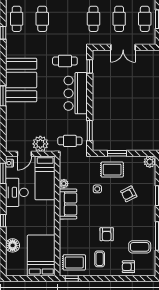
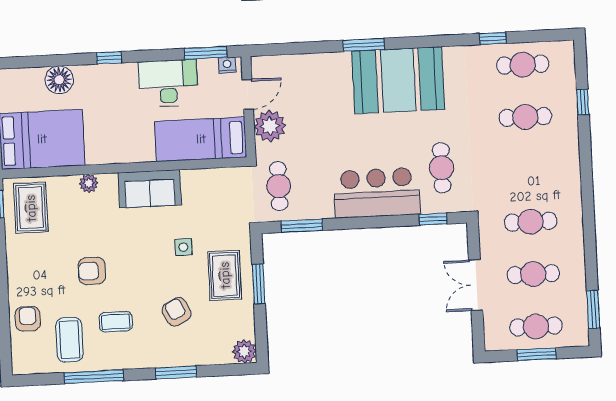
door: (24, 154) -> (248, 94), swing flipped
plant: (64, 184) -> (89, 183), moved
coffee table: (100, 259) -> (116, 322), moved

